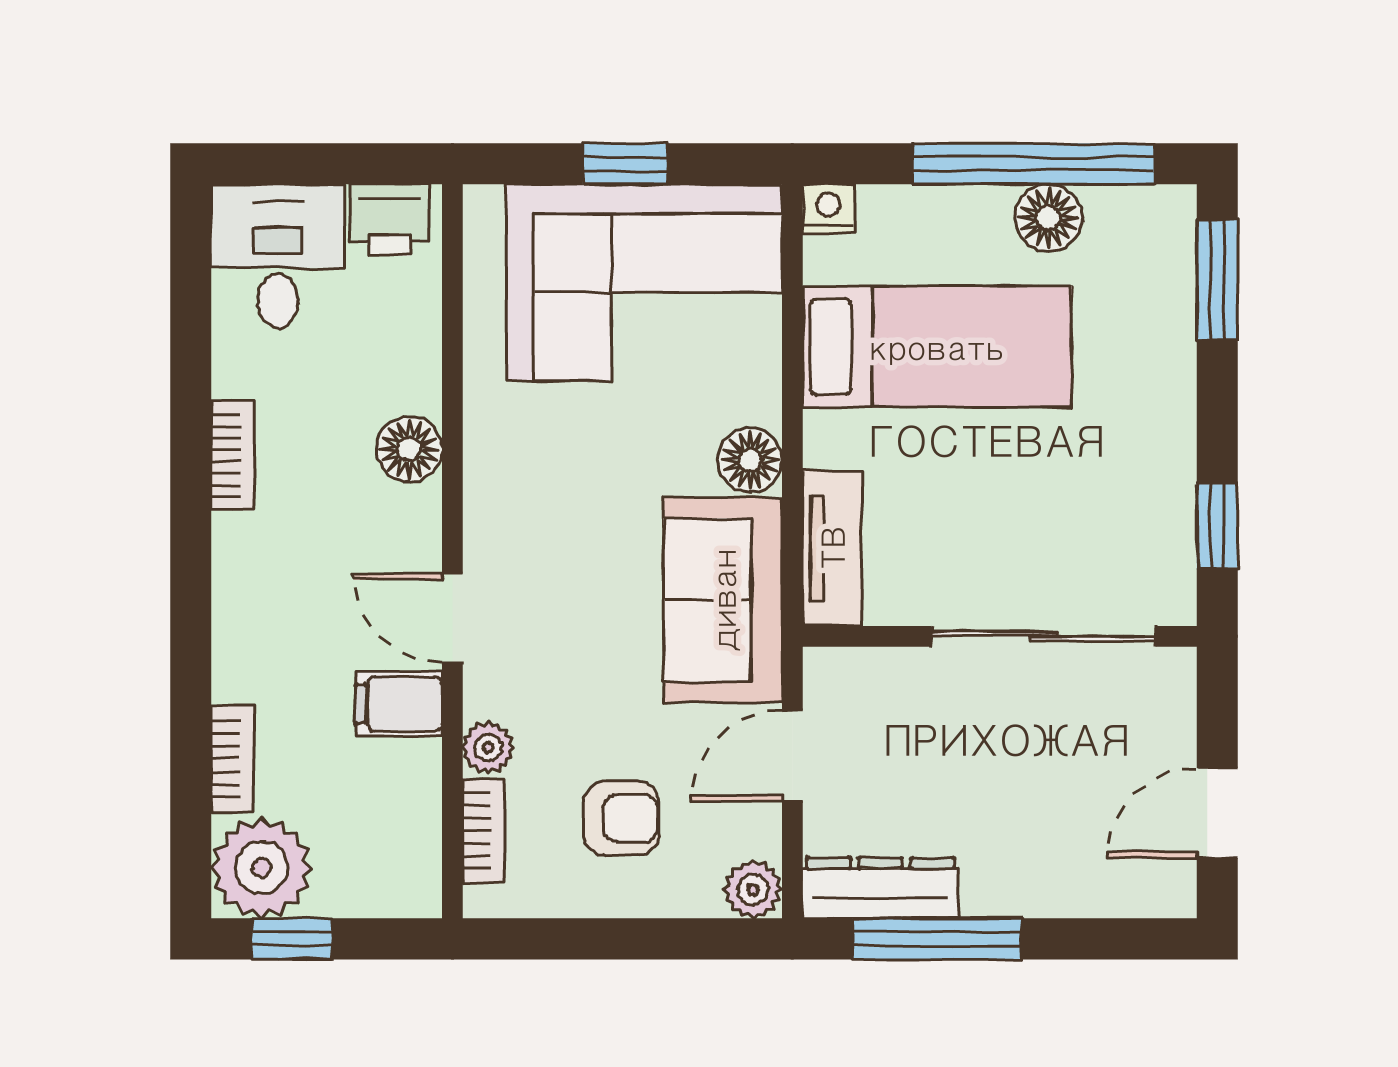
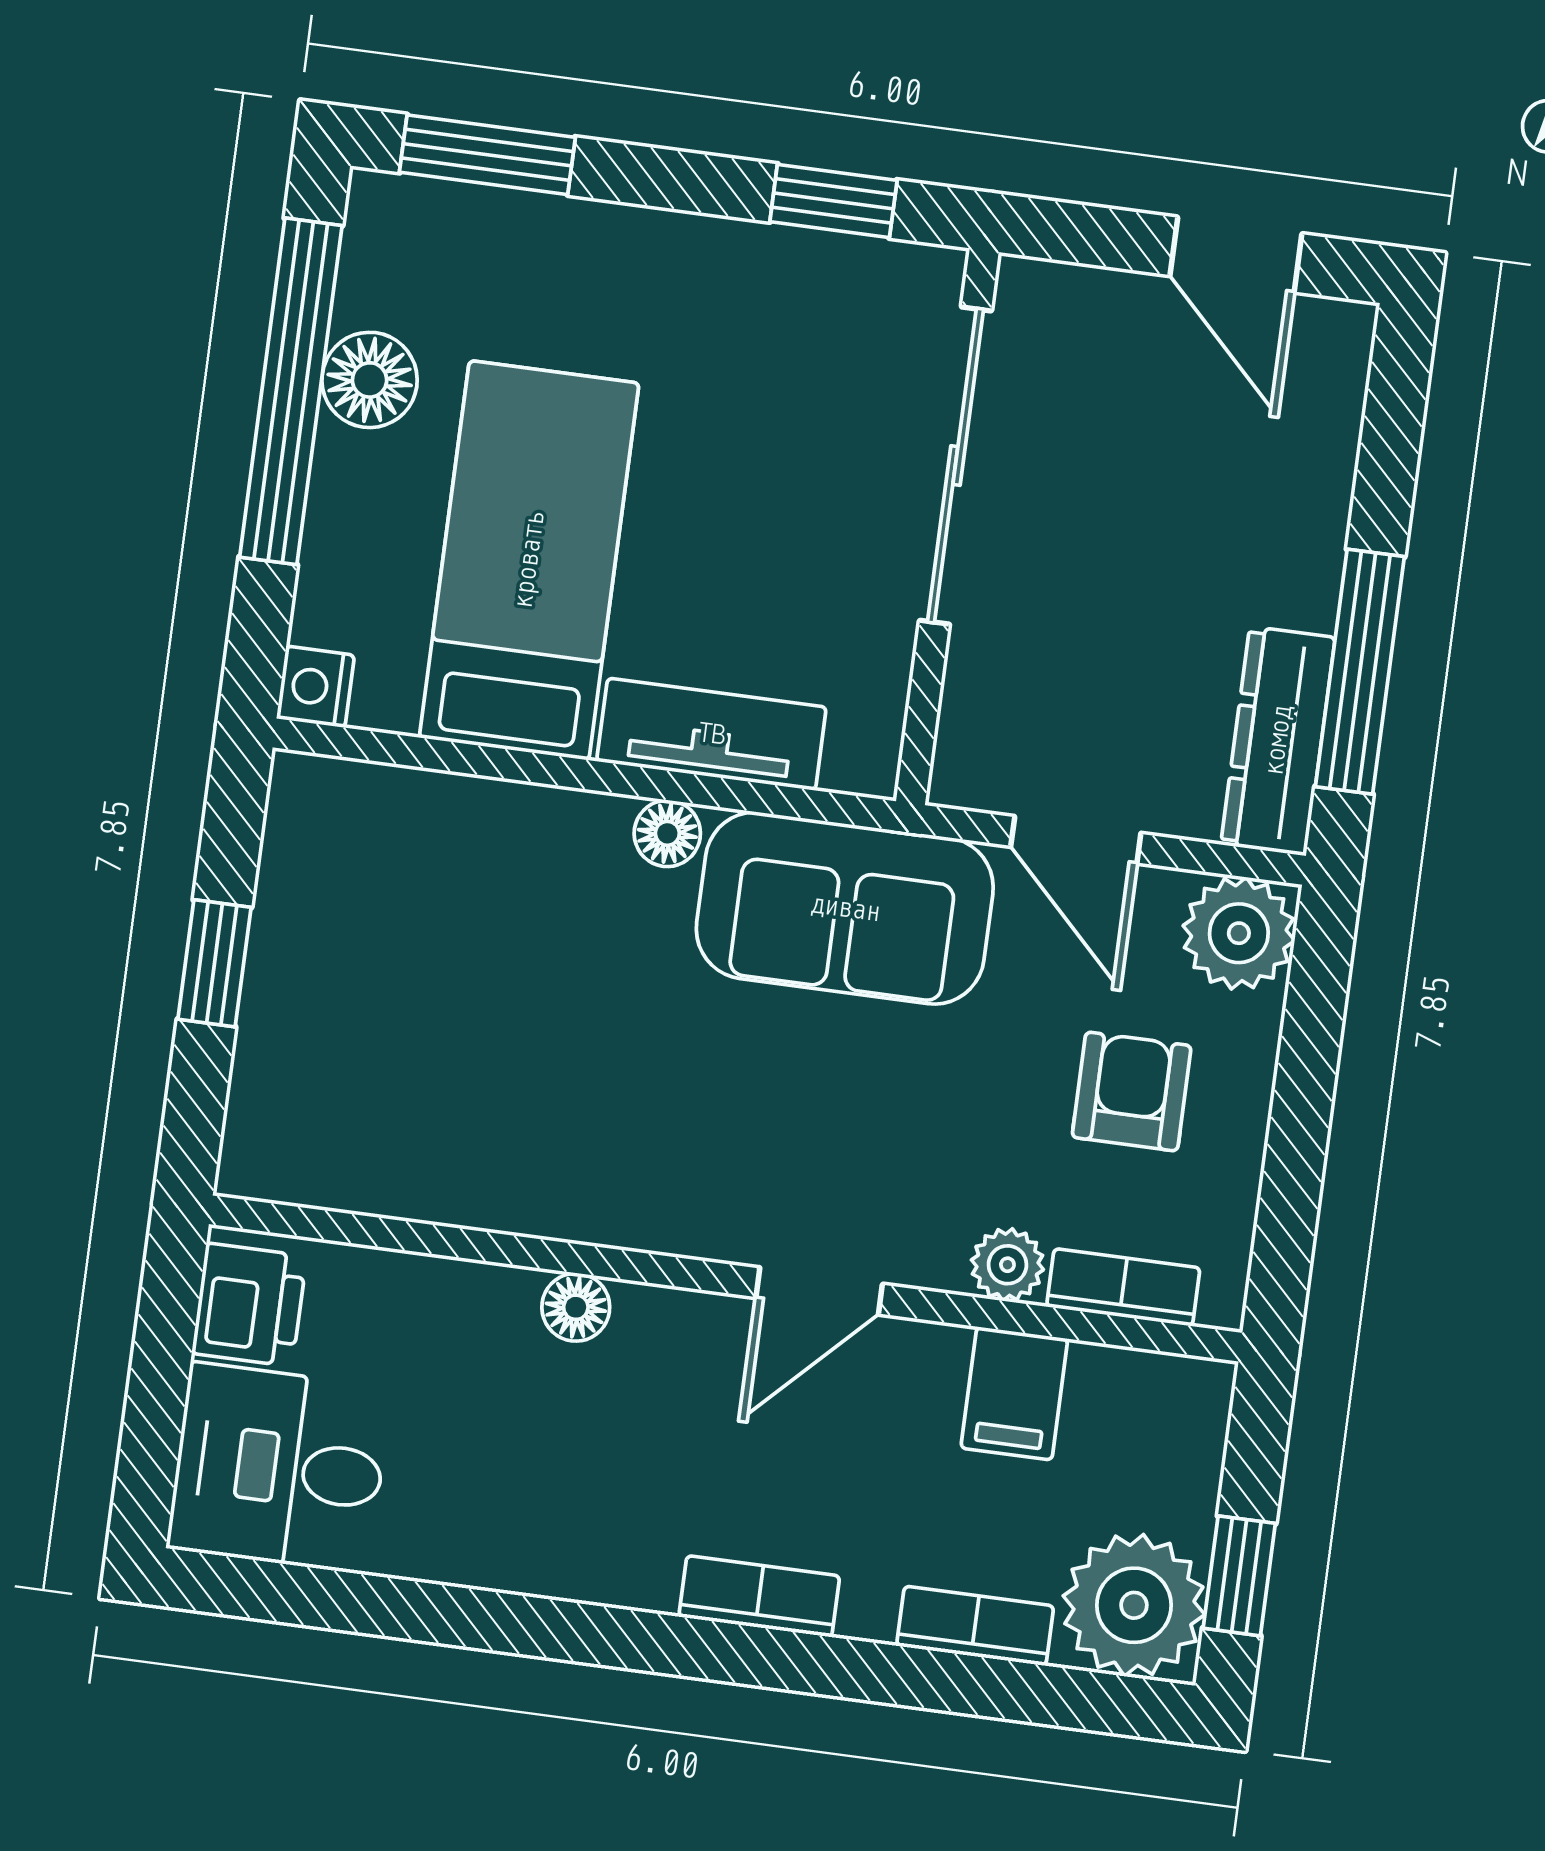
corner sofa: (644, 283) -> (385, 959), removed
floor lamp: (409, 449) -> (576, 1307), width x0.73, depth x0.73
bookcase: (233, 455) -> (759, 1596), moved
floor lamp: (750, 460) -> (667, 833), width x0.73, depth x0.73
tv unit: (832, 548) -> (711, 734), moved
filing cabinet: (399, 704) -> (1014, 1393), moved
plant: (753, 889) -> (1239, 933), width x1.38, depth x1.38

